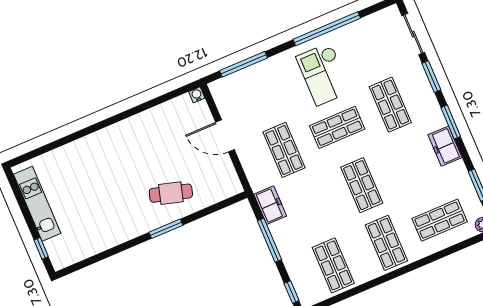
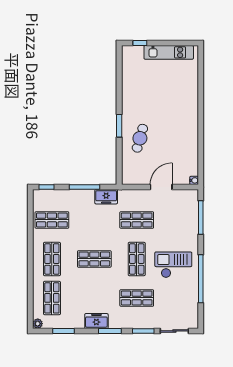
shop shelf: (386, 243) -> (52, 259), turned 90

